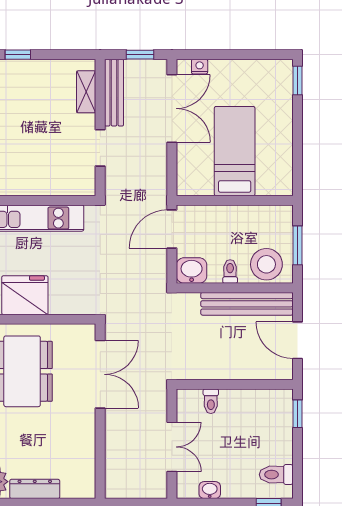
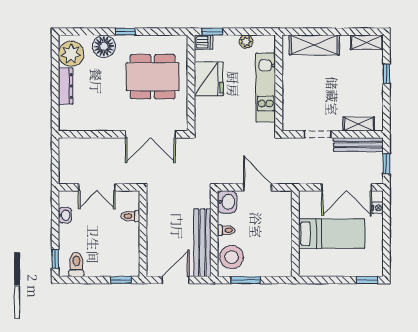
bed: (235, 151) -> (332, 234), moved
wall: (235, 200) -> (295, 234), moved

